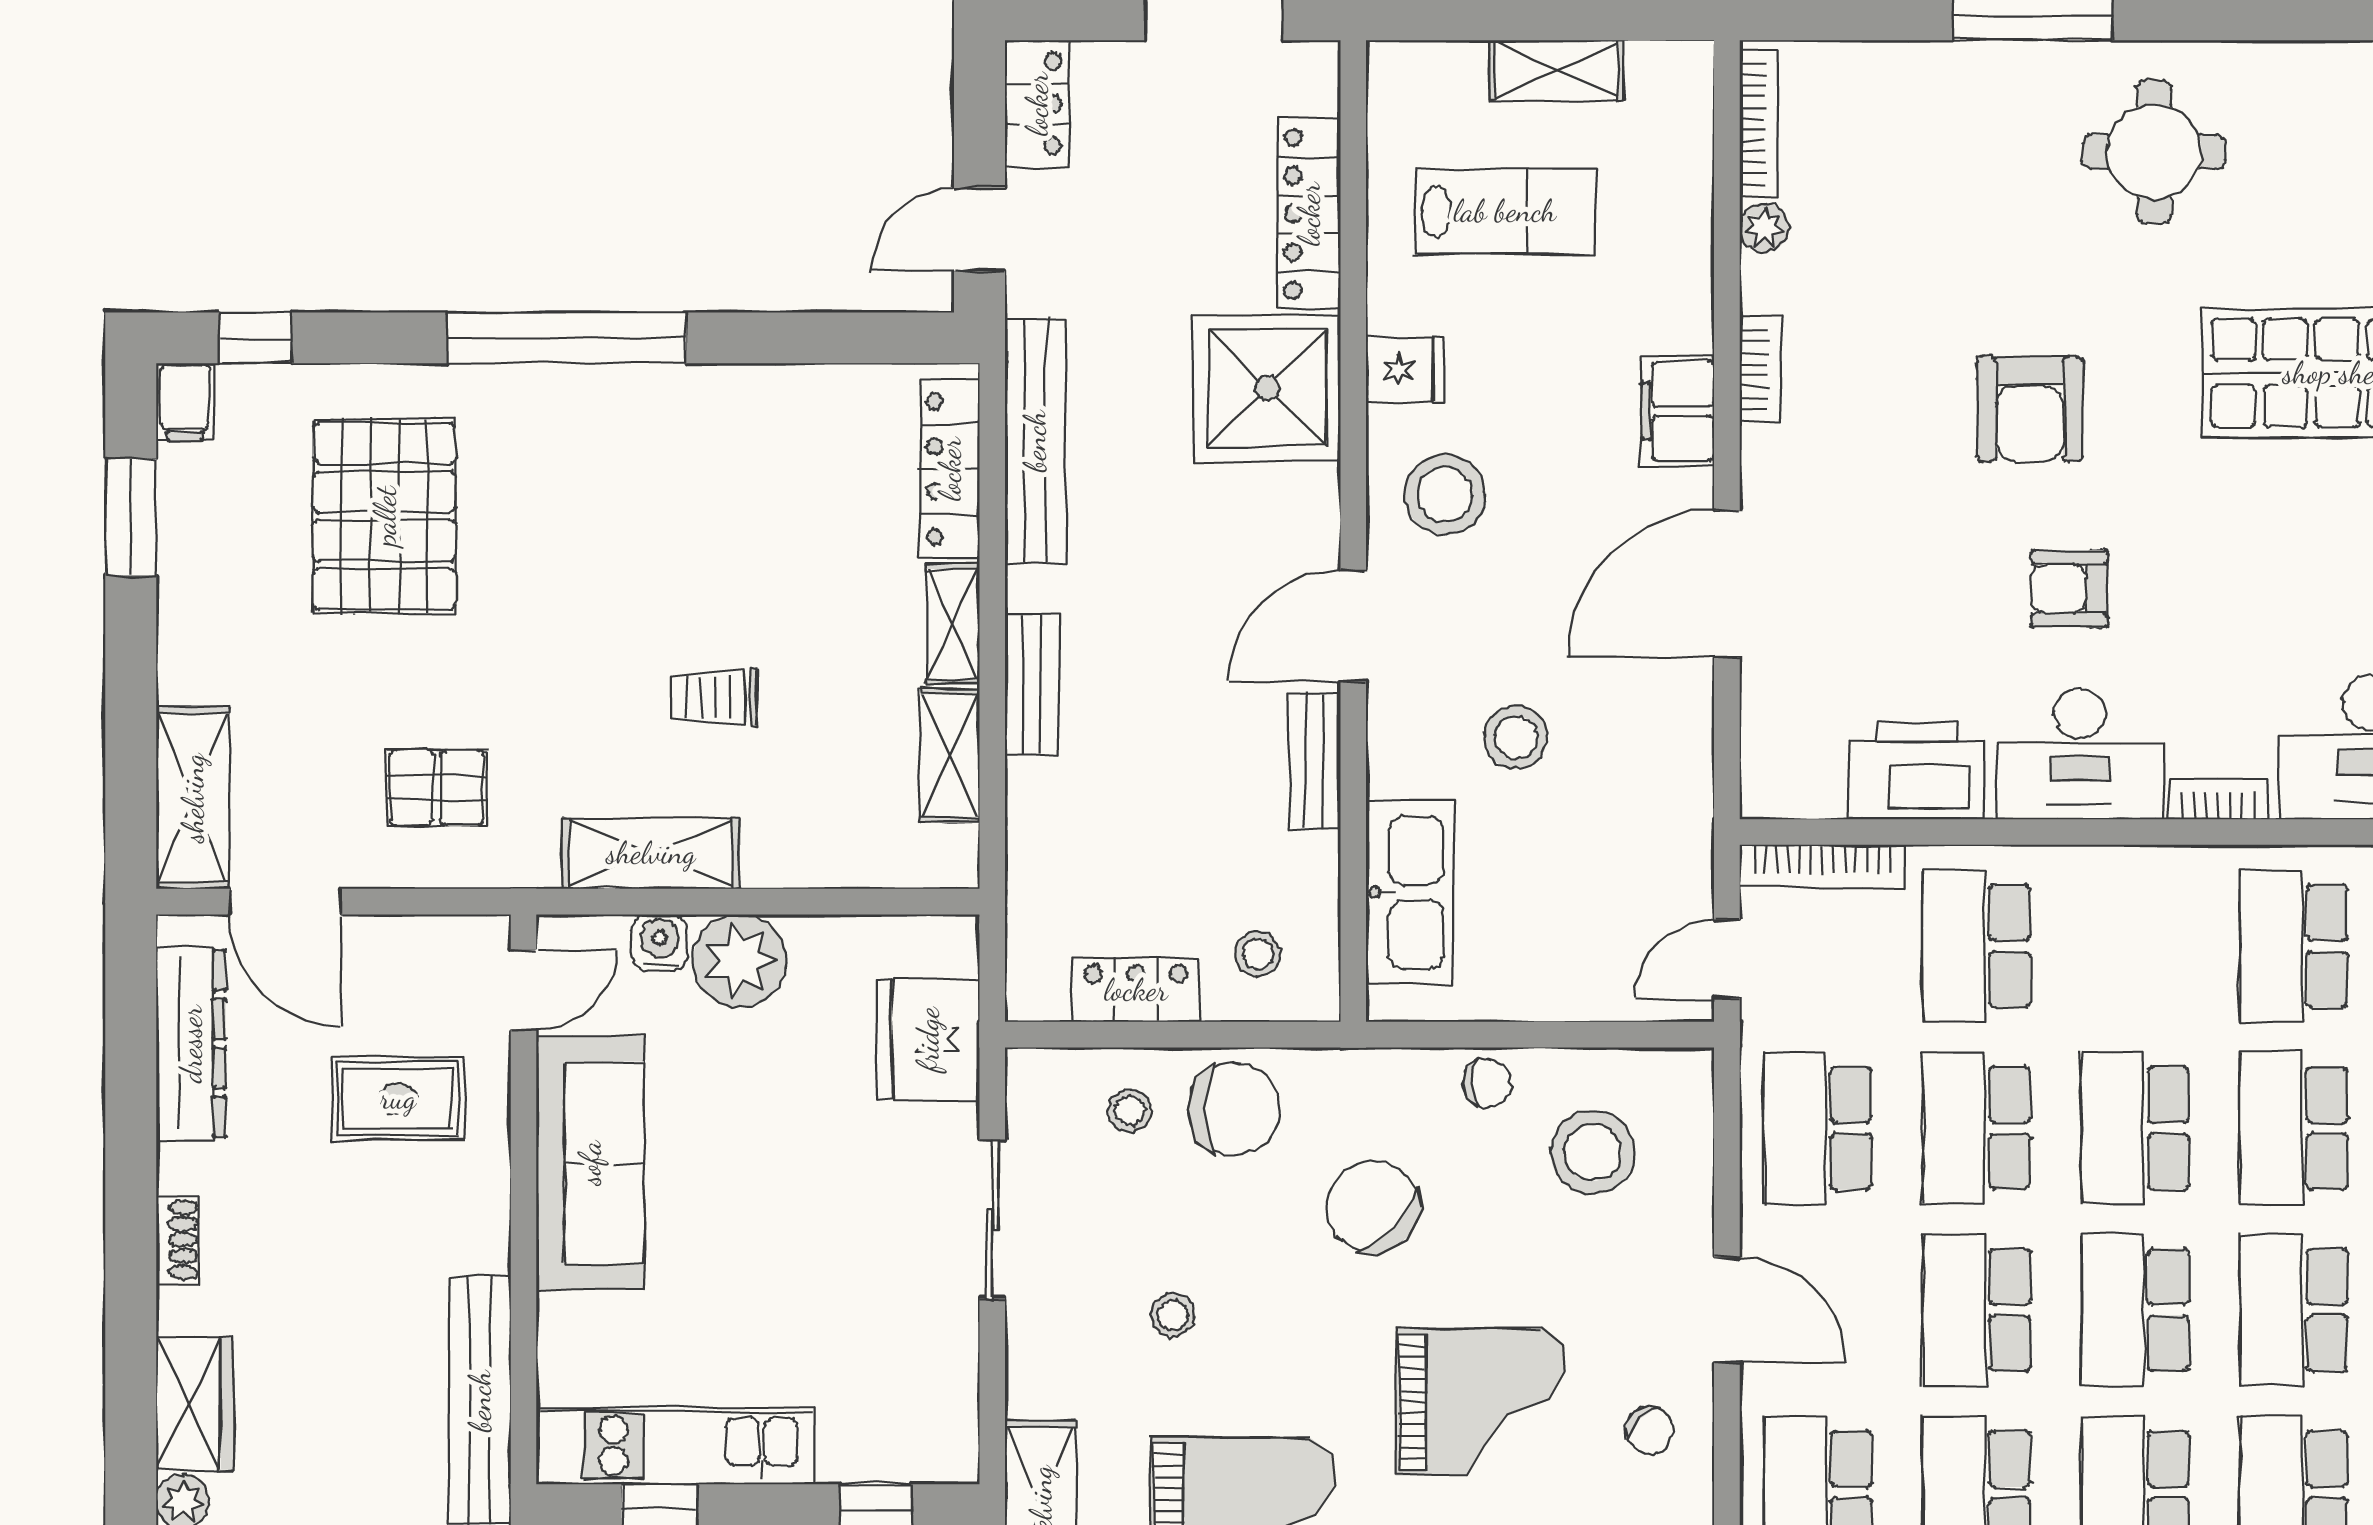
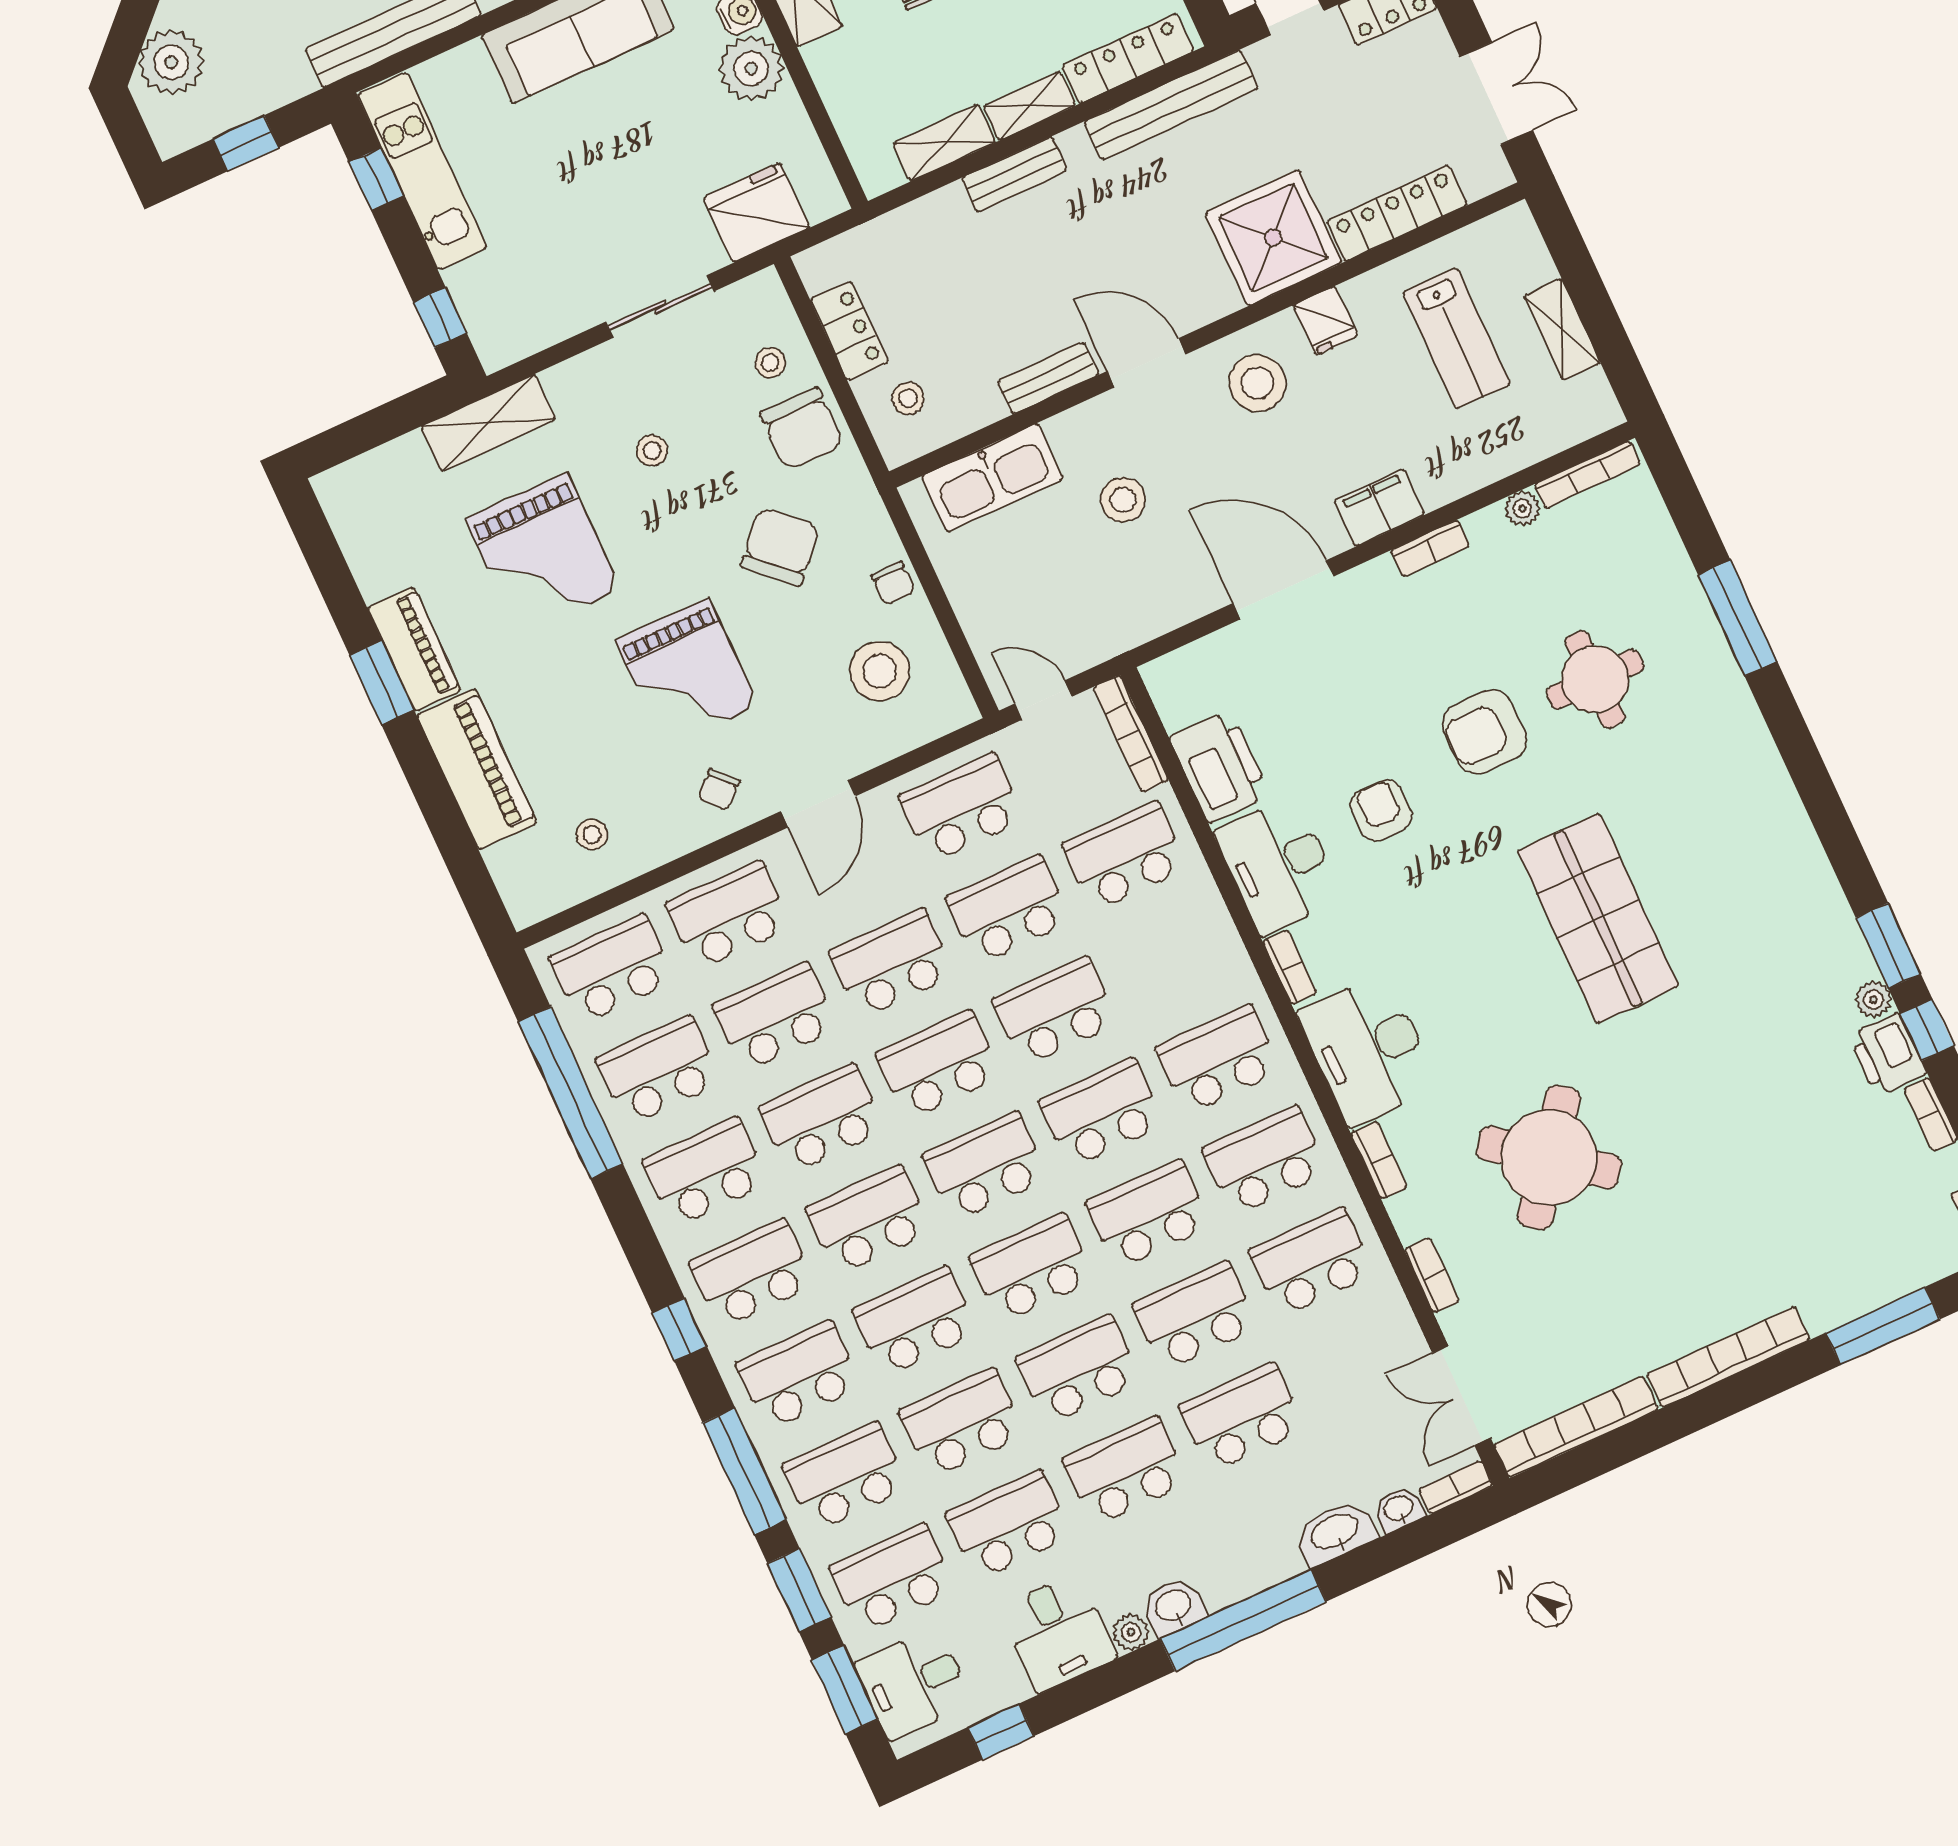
round table: (2154, 152) -> (1595, 679), moved

